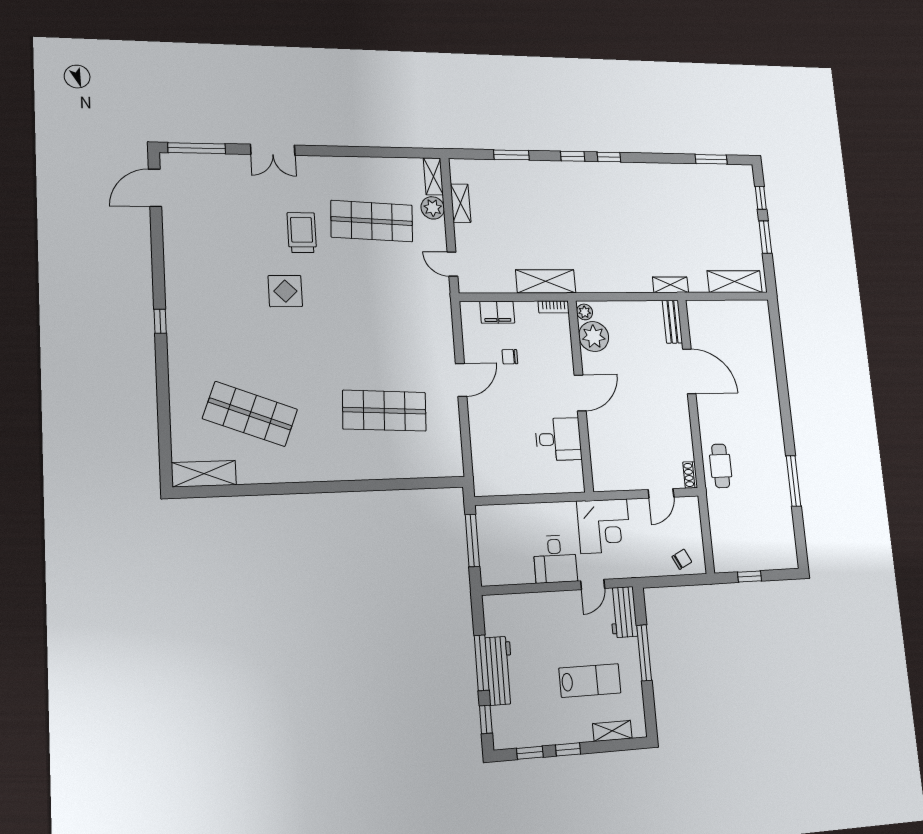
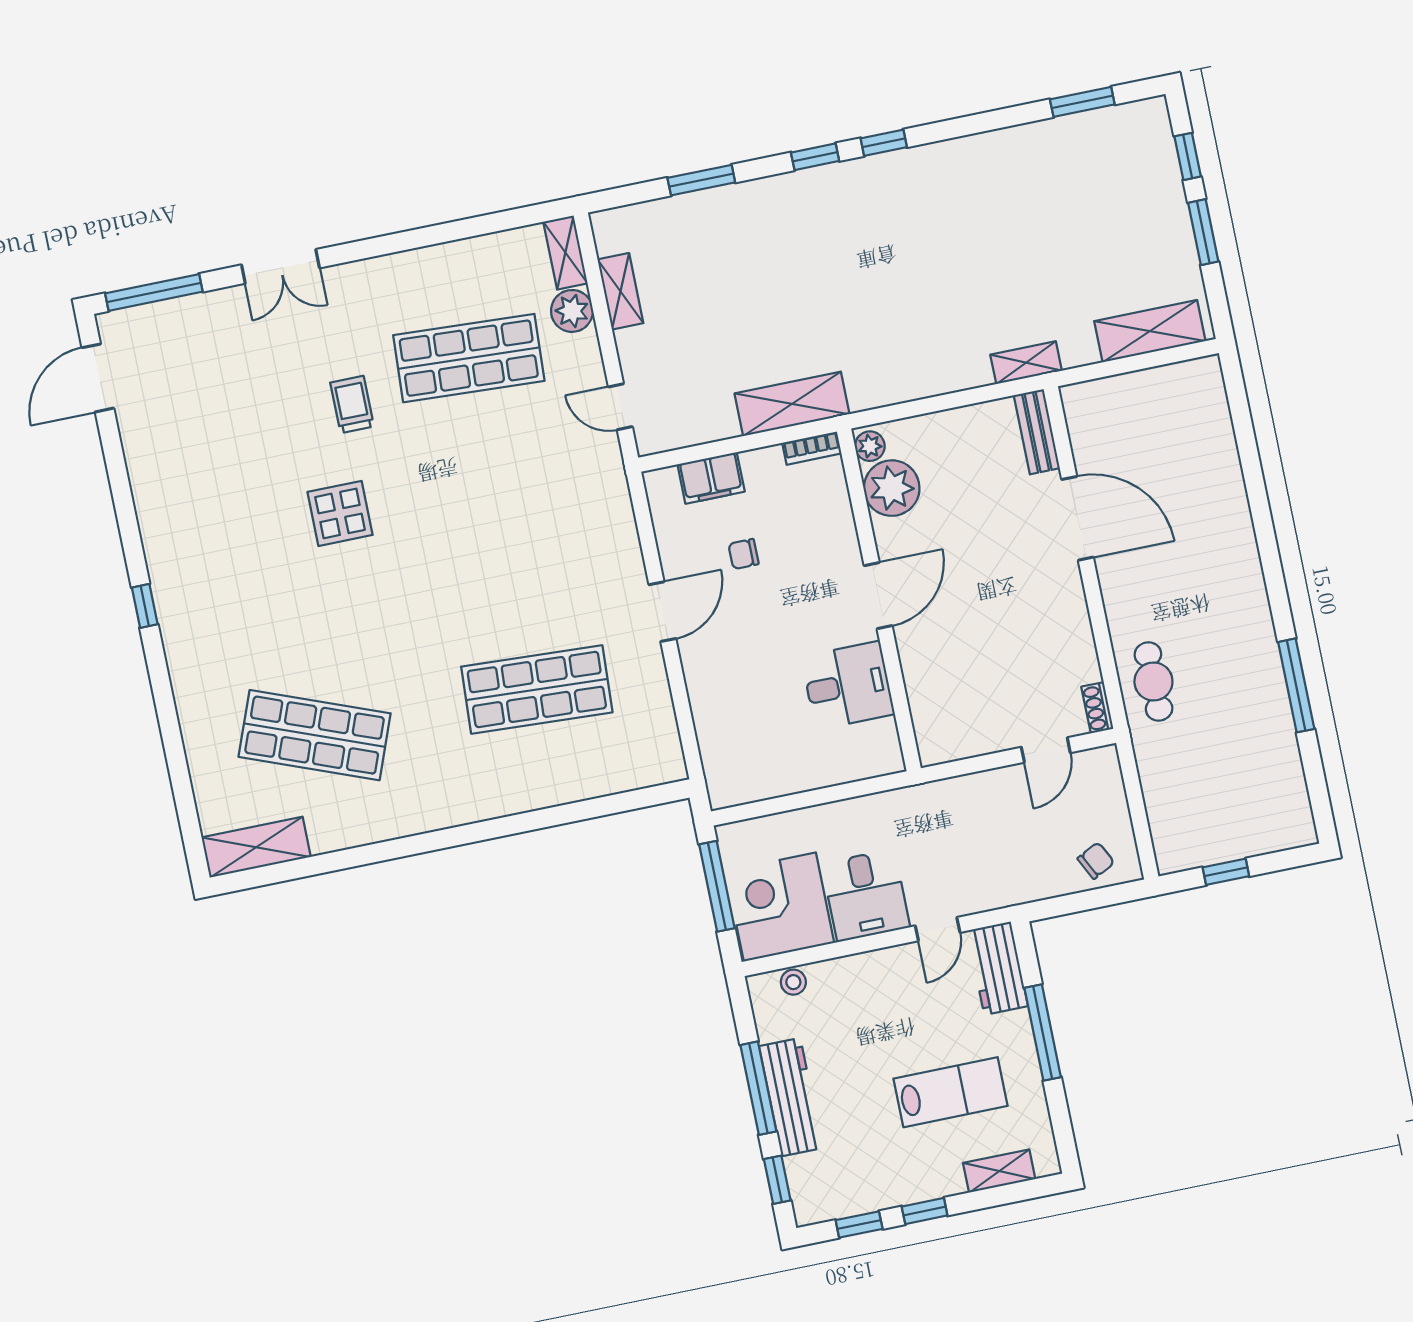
trolley: (302, 233) -> (352, 404), width x0.73, depth x0.72
corner desk: (604, 526) -> (780, 907), moved, turned 180
stool: (509, 603) -> (793, 982), added

